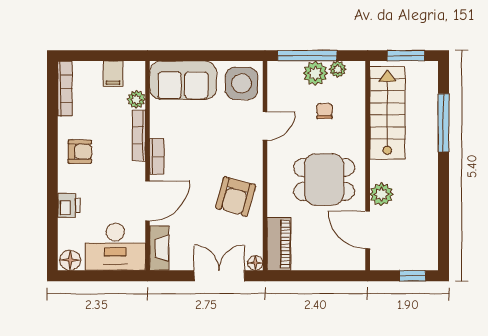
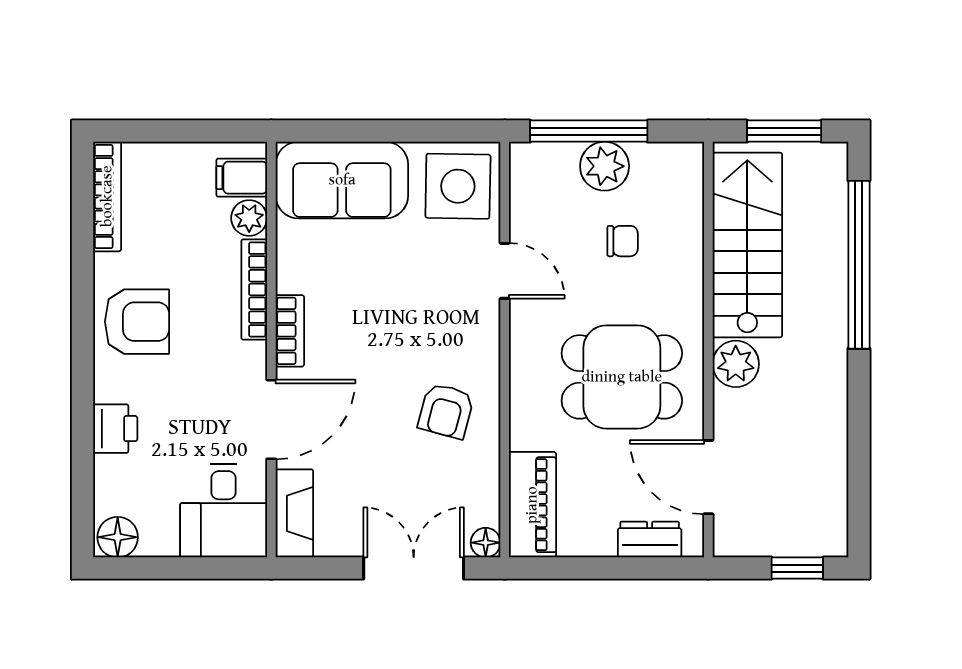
plant: (338, 69) -> (649, 158), removed
filing cabinet: (113, 74) -> (242, 178), moved, turned 90
chair: (324, 111) -> (623, 241), turned 90
window: (443, 123) -> (859, 265), width x1.46
door: (265, 126) -> (505, 271), hinge flipped
armchair: (80, 152) -> (137, 322), width x1.38, depth x1.38
plant: (381, 194) -> (736, 364), moved
armchair: (236, 197) -> (446, 411), width x0.72, depth x0.72
desk: (115, 247) -> (224, 511), width x0.73
dresser: (338, 261) -> (650, 540), added

